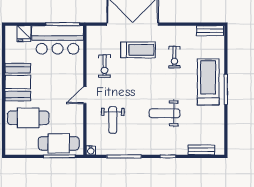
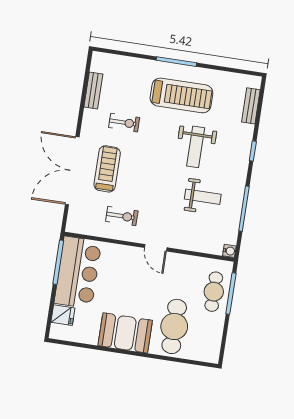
bench: (210, 31) -> (93, 90), moved
treadmill: (208, 82) -> (181, 95), moved, turned 180
weight bench: (113, 120) -> (203, 197), moved
cafe table: (59, 143) -> (214, 292), width x0.73, depth x0.74

